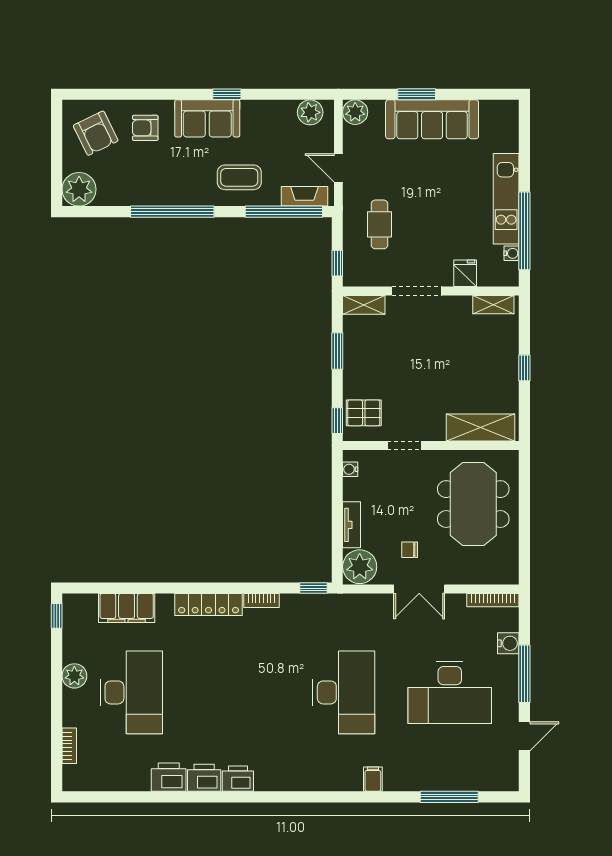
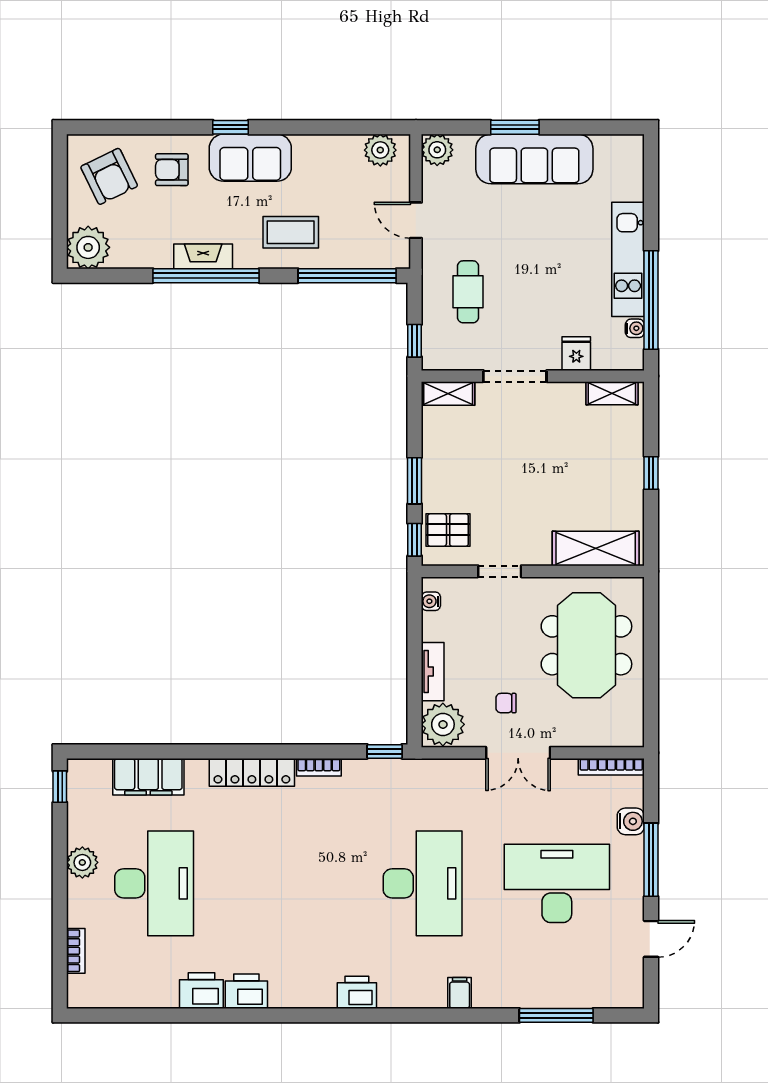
window: (227, 94) -> (231, 127), moved
fireplace: (304, 196) -> (203, 256), moved
window: (337, 351) -> (415, 481), moved
desk: (450, 692) -> (557, 883), turned 180
printer: (238, 779) -> (357, 992), moved

